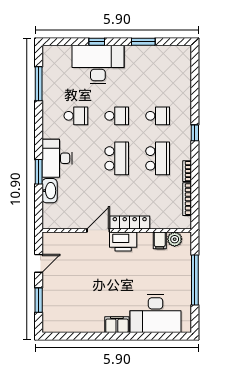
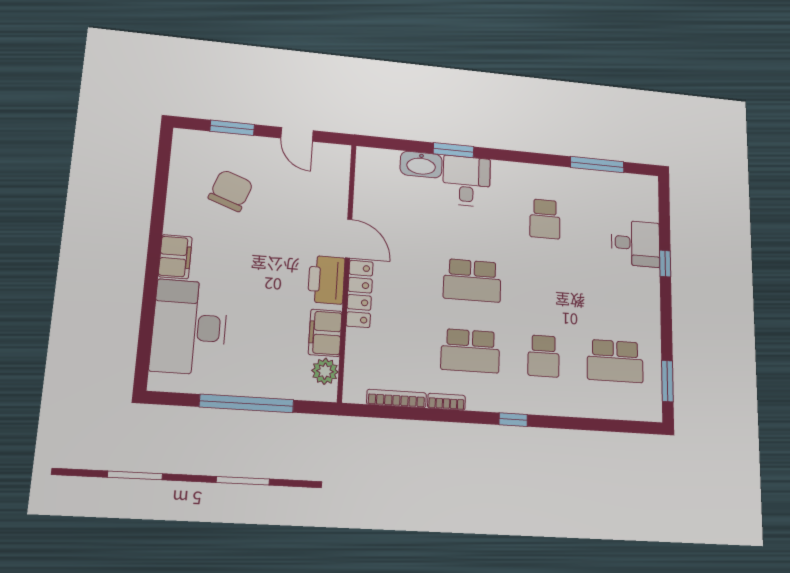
window: (143, 42) -> (667, 381), moved
desk: (98, 65) -> (636, 243), width x0.53, depth x0.77
school desk: (117, 116) -> (615, 361), moved, width x1.85
desk: (57, 158) -> (467, 181), width x0.73
filing cabinet: (160, 240) -> (325, 333), width x2.00
chair: (76, 298) -> (231, 191), added

